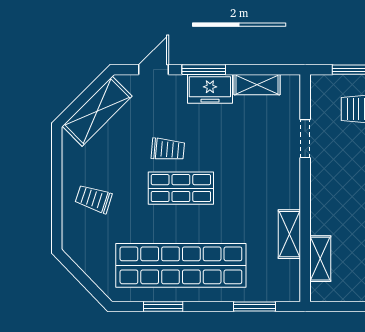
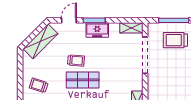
shelving: (257, 85) -> (131, 28), moved
doorway: (305, 139) -> (145, 55), width x1.88

